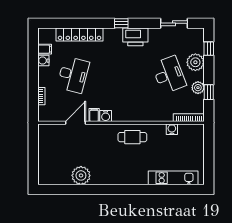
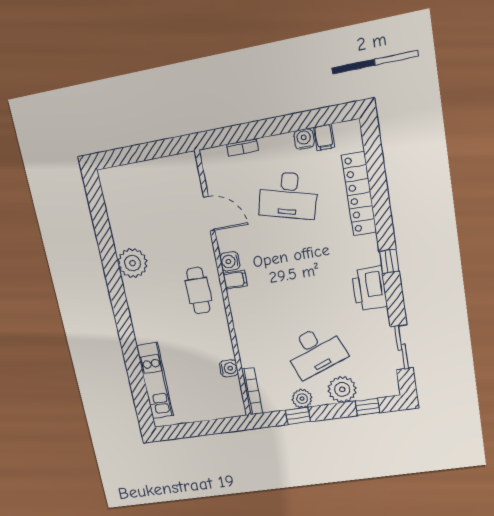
filing cabinet: (94, 115) -> (235, 280), moved
cafe table: (132, 137) -> (198, 291), moved
plant: (81, 175) -> (133, 263), moved

